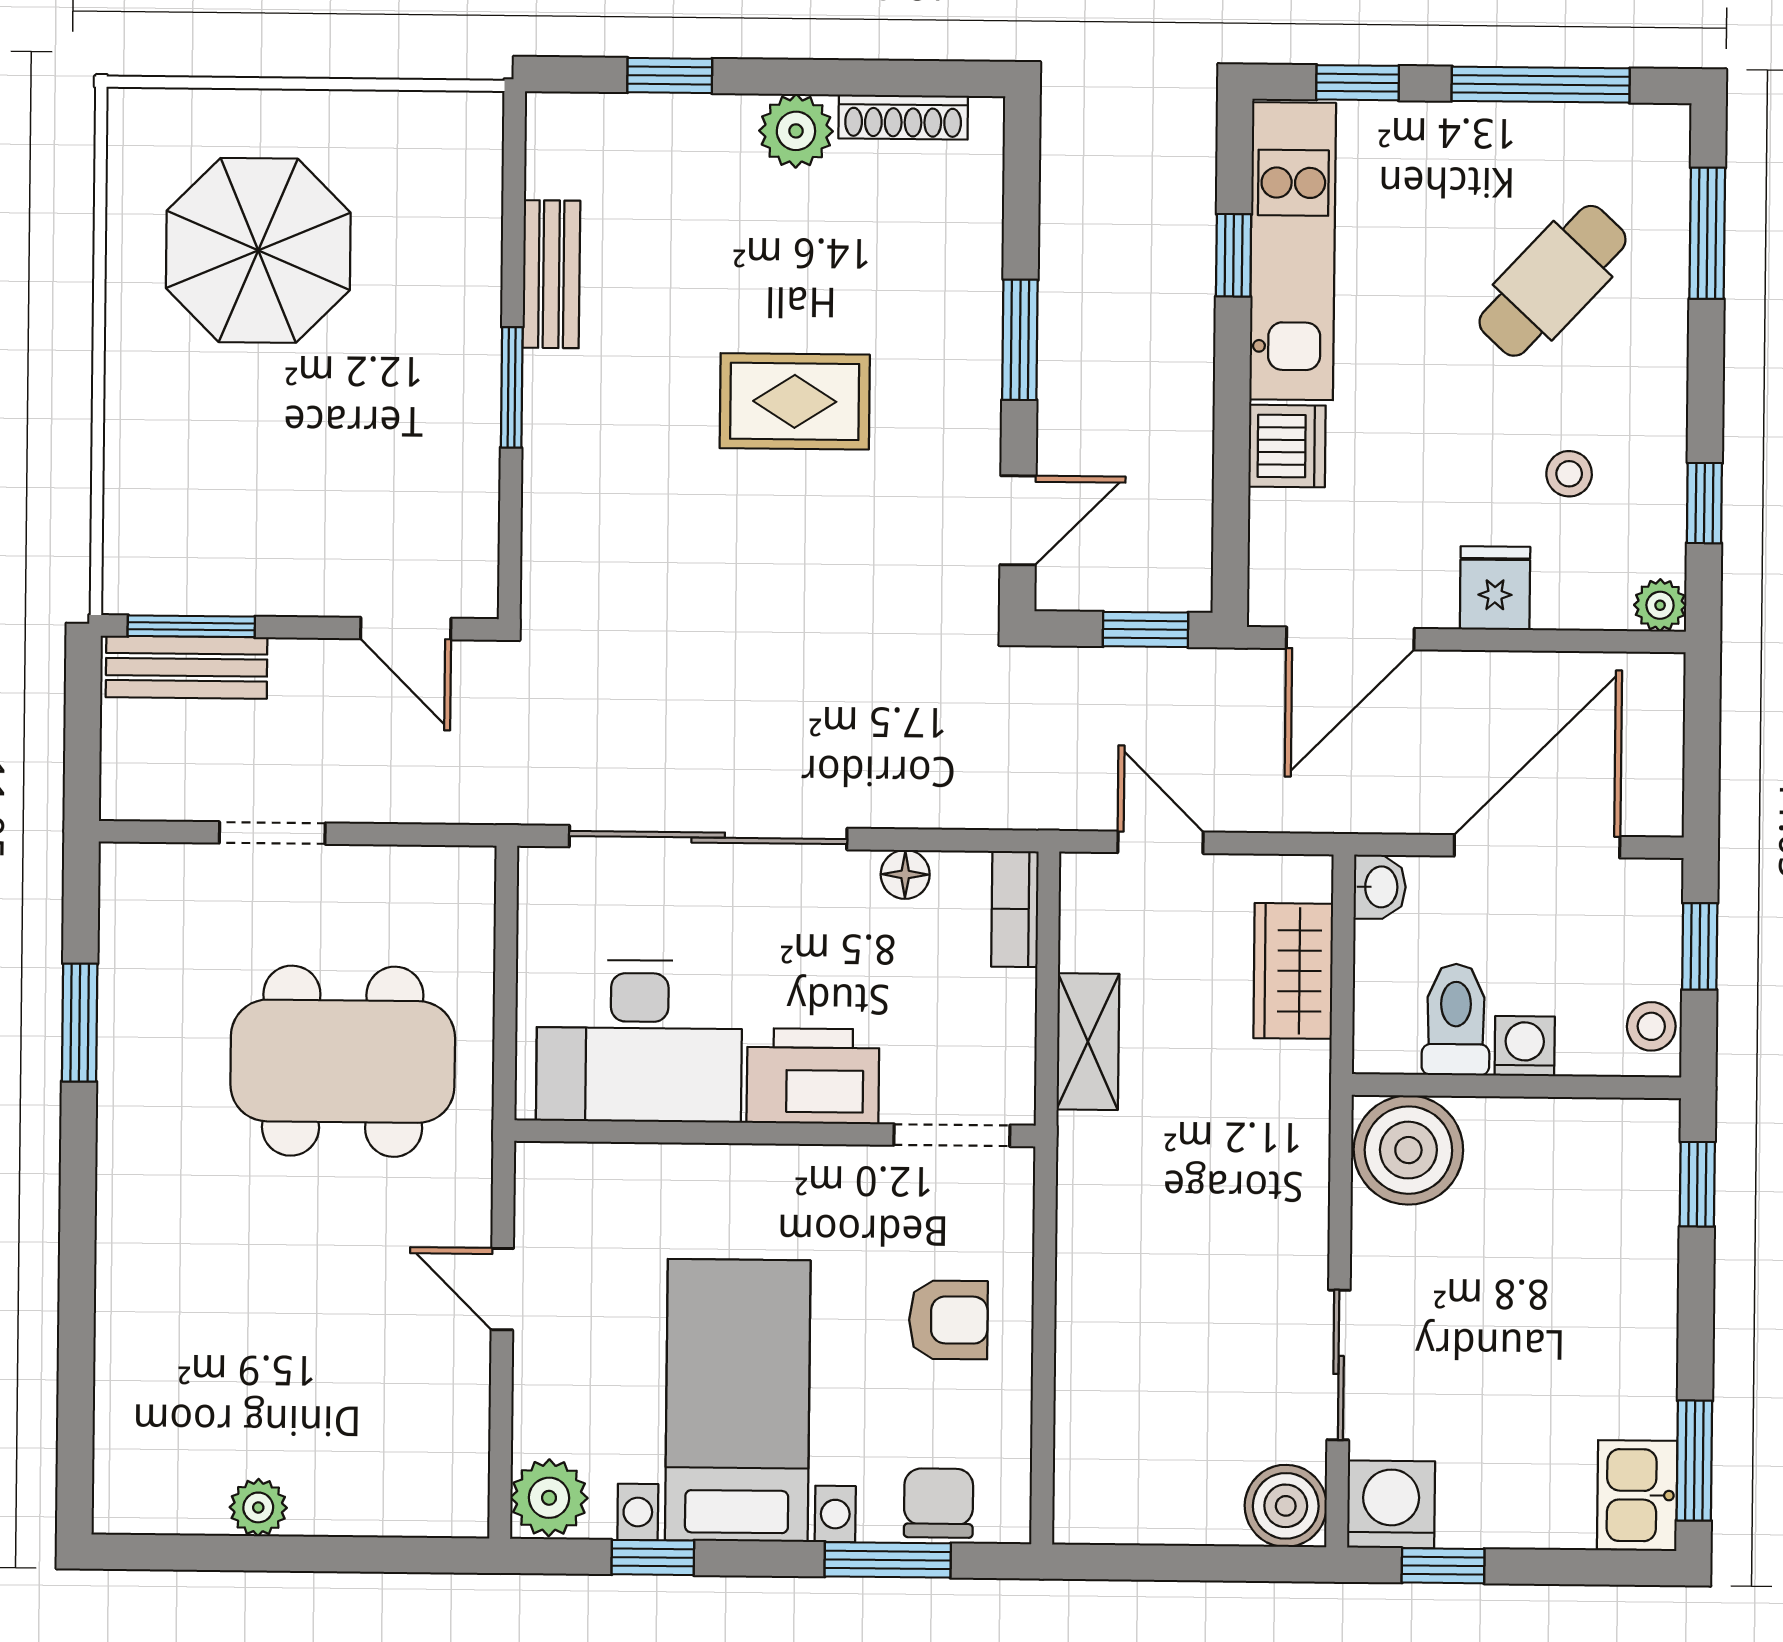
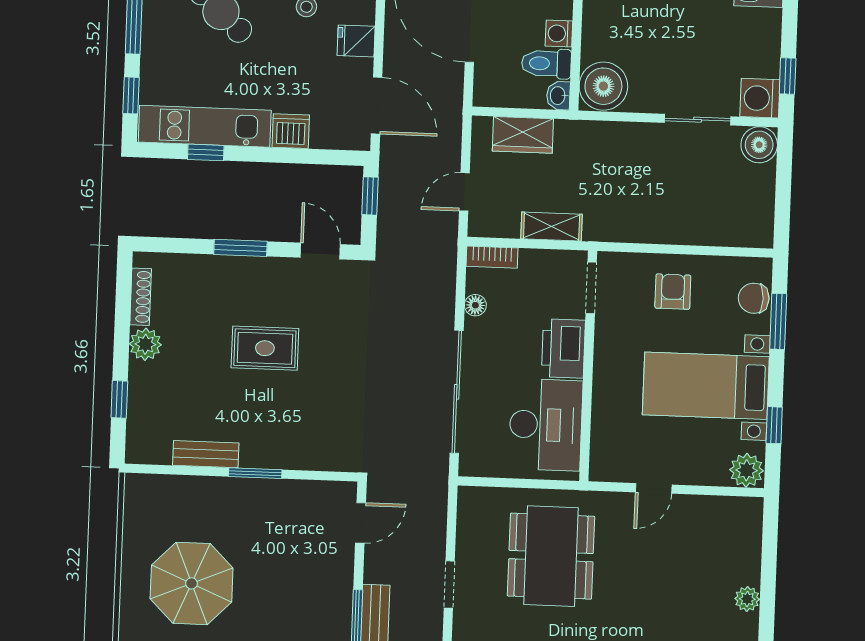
rug: (795, 401) -> (265, 348), turned 90
washbasin: (1380, 887) -> (558, 96), moved, turned -90

